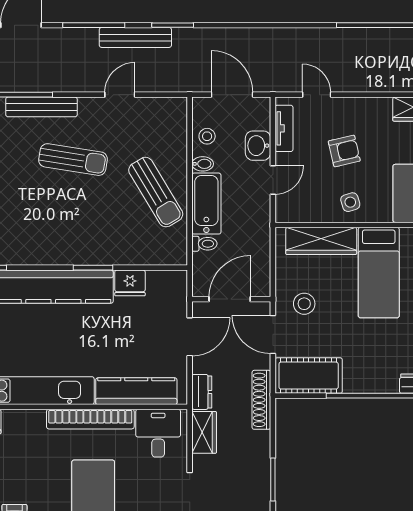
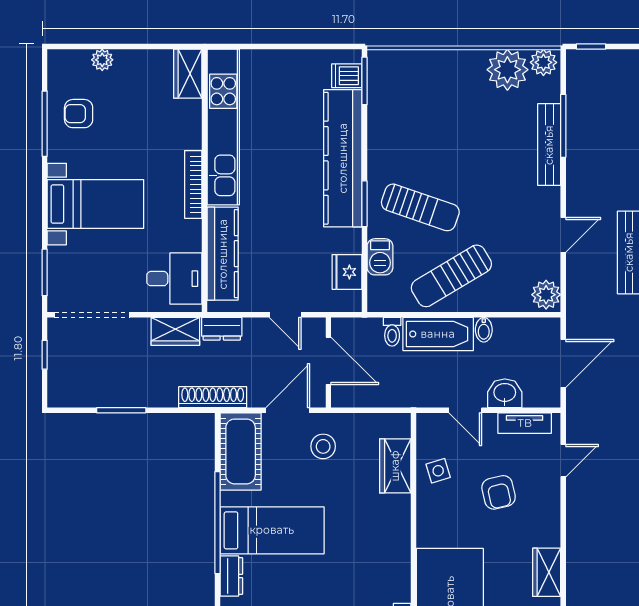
door: (120, 95) -> (563, 235), hinge flipped
plant: (172, 110) -> (546, 295), added
stool: (207, 136) -> (515, 335), removed
sun lounger: (73, 160) -> (420, 207), moved, turned -80
side table: (350, 202) -> (438, 471), moved
wardrobe: (321, 241) -> (395, 466), width x0.67
barbecue: (139, 254) -> (380, 257), added
bed: (379, 273) -> (272, 530), moved, turned 180
fridge: (130, 283) -> (347, 272), moved
door: (190, 337) -> (285, 315), width x0.73
bookcase: (90, 419) -> (193, 184), width x0.68, depth x0.76

